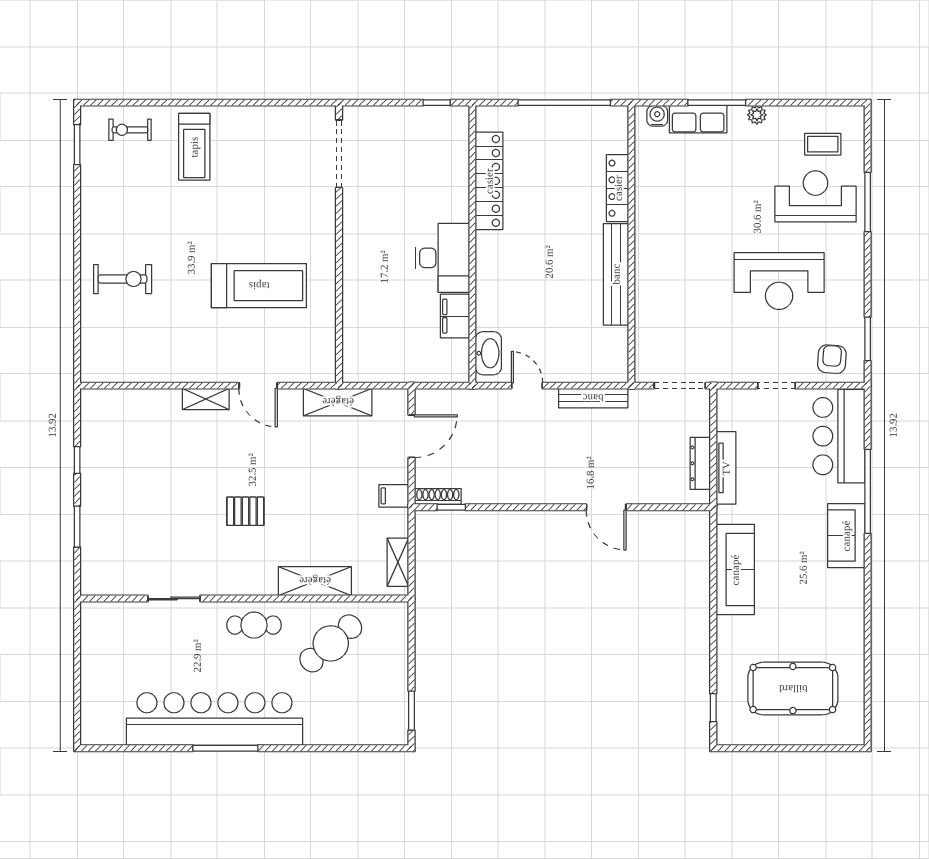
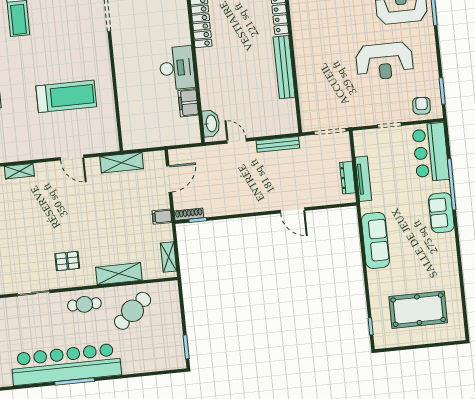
shelving: (206, 399) -> (19, 171), moved
pallet: (245, 511) -> (67, 261), moved

